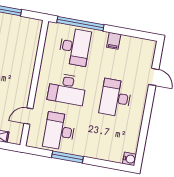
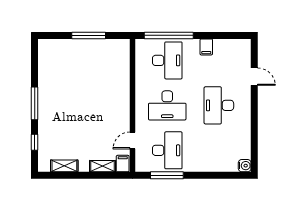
desk: (59, 131) -> (167, 150), turned 180
filing cabinet: (15, 136) -> (123, 164), added
window: (67, 157) -> (167, 175), moved

